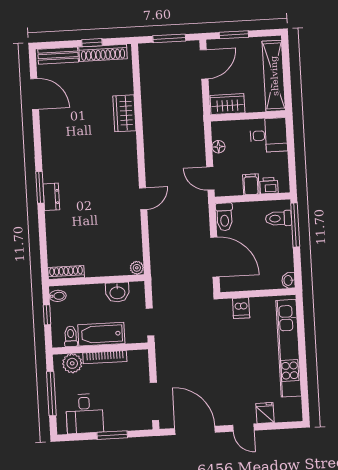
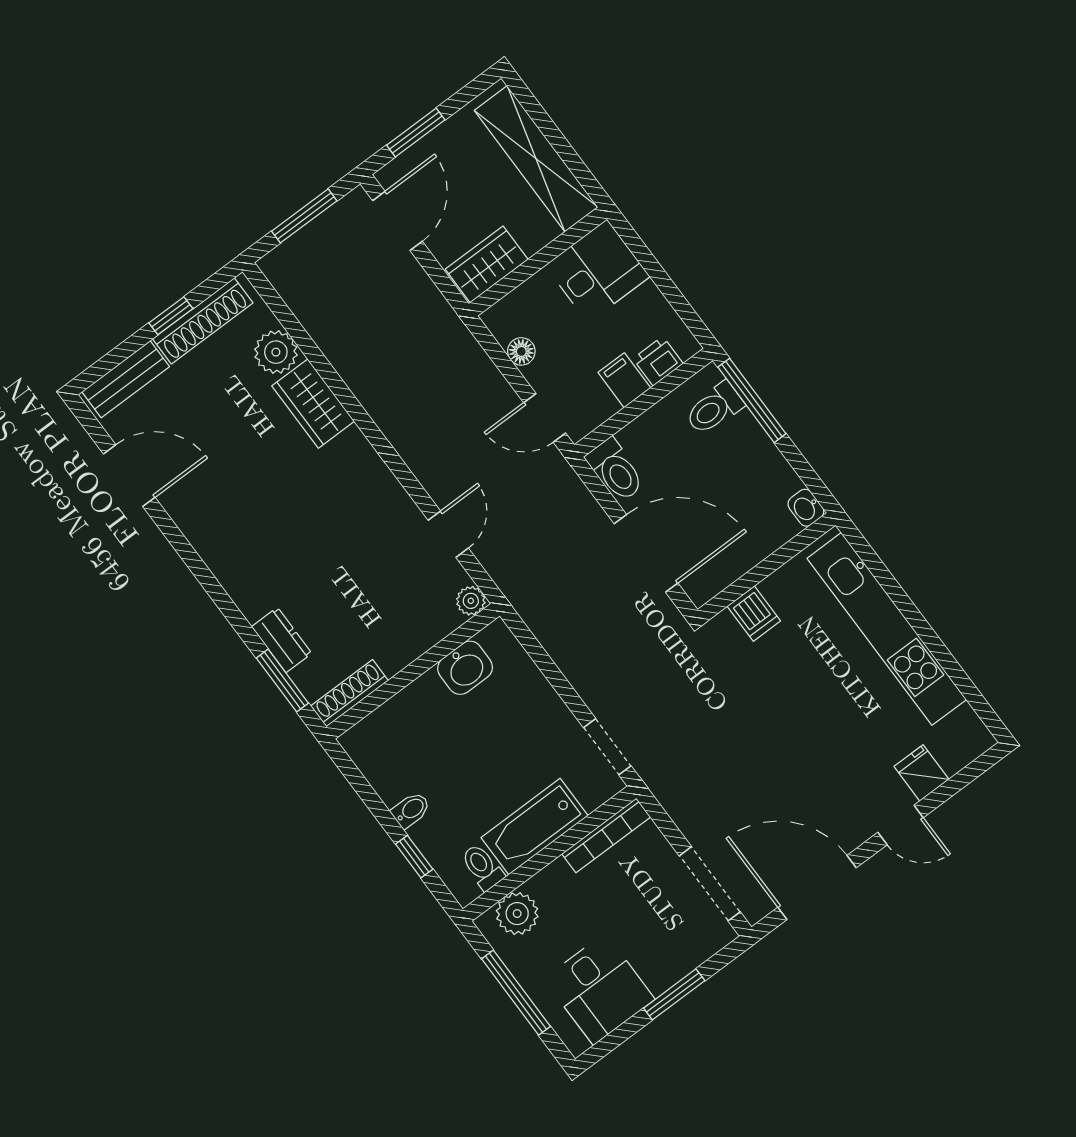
plant: (123, 84) -> (276, 352), added
window: (40, 187) -> (282, 681), moved
plant: (137, 268) -> (471, 601), moved
shoe rack: (66, 272) -> (350, 693), moved
wall: (96, 280) -> (413, 671), moved
washbasin: (117, 292) -> (465, 668), moved
bookcase: (105, 357) -> (606, 835), moved

